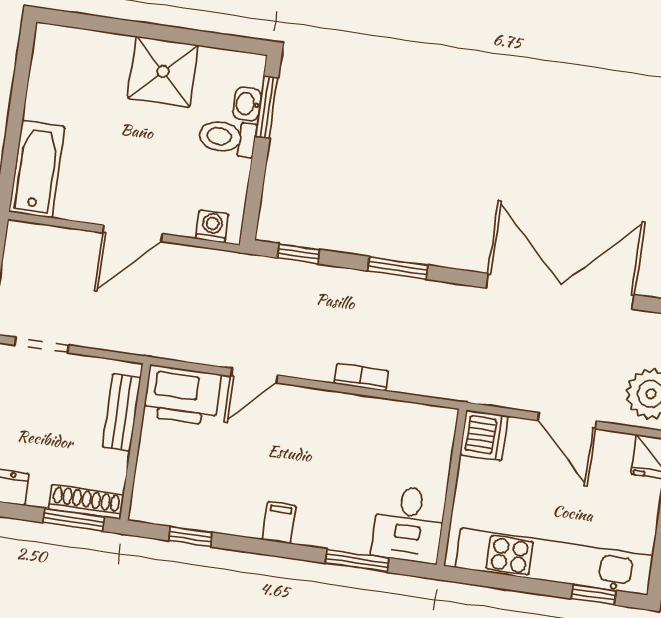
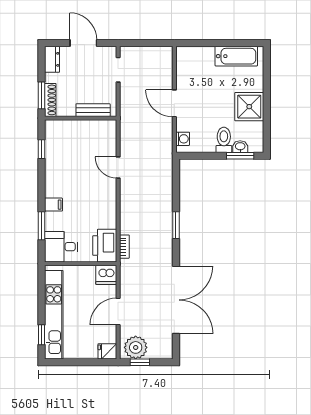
bathtub: (37, 169) -> (236, 56), moved
window: (298, 254) -> (176, 180), removed
bookcase: (361, 377) -> (124, 247), moved
printer: (182, 395) -> (105, 246), moved
filing cabinet: (279, 523) -> (53, 205), moved

